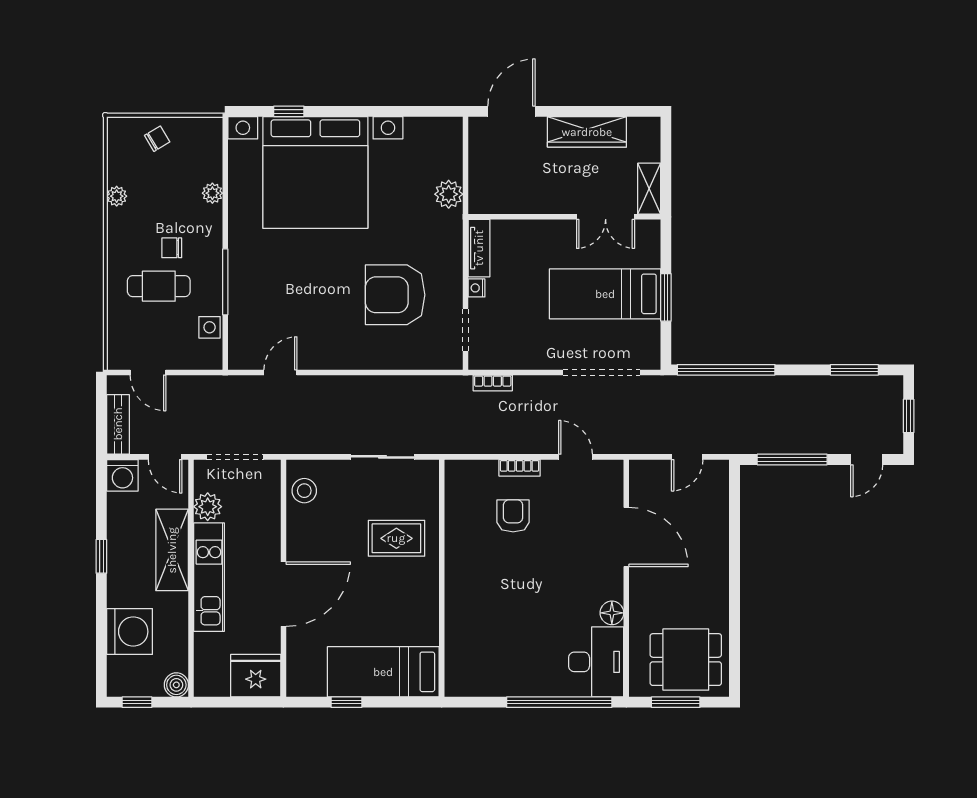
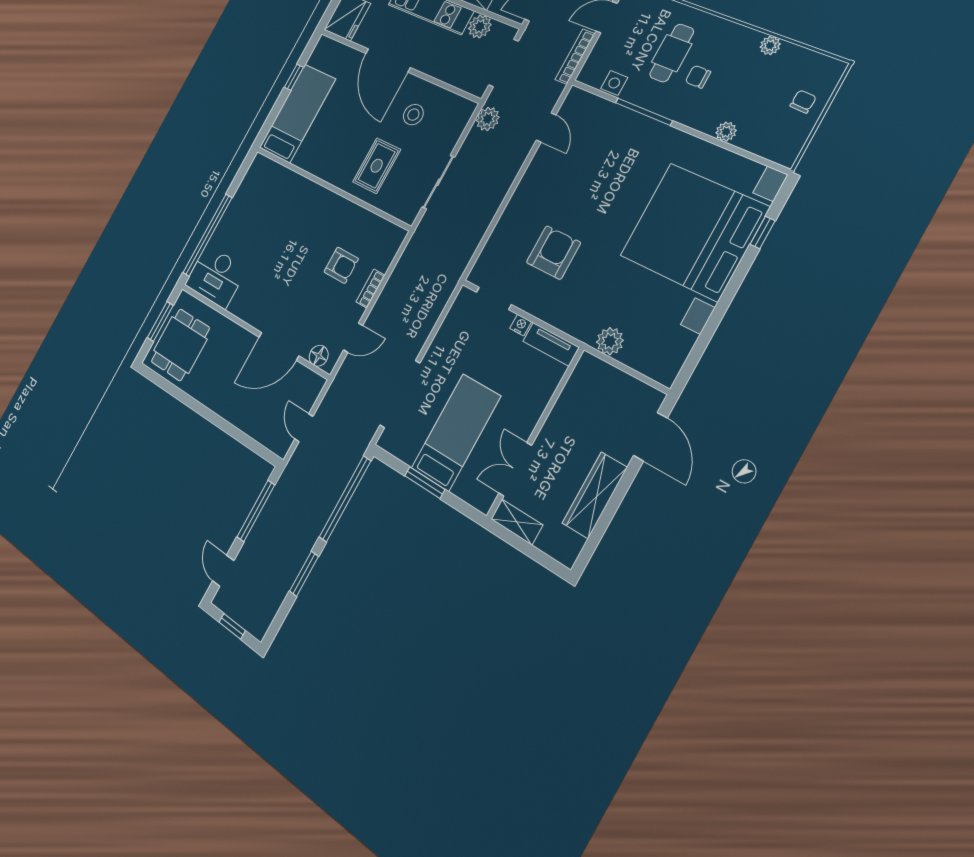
chair: (157, 139) -> (803, 102), turned -146
chair: (172, 248) -> (698, 77), turned -90
armchair: (395, 295) -> (553, 253), width x0.73, depth x0.73
window: (854, 370) -> (304, 574), moved
bookcase: (493, 383) -> (575, 57), moved, width x1.56
plant: (297, 441) -> (488, 119), added
stool: (304, 491) -> (413, 115), moved
floor lamp: (612, 613) -> (319, 356), moved

